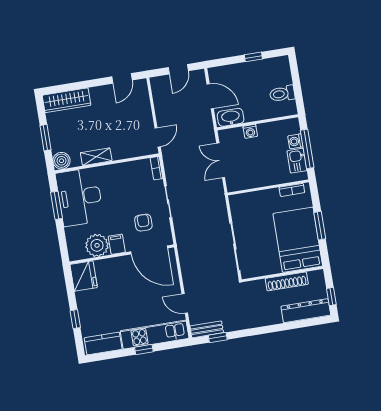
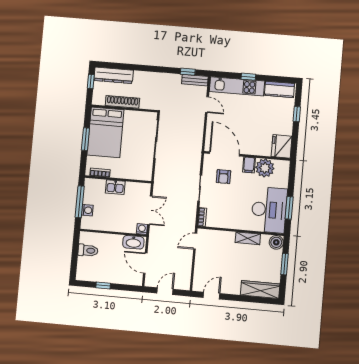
washing machine: (250, 131) -> (142, 229), moved
kitchen sink: (297, 161) -> (115, 187), moved, turned 90

